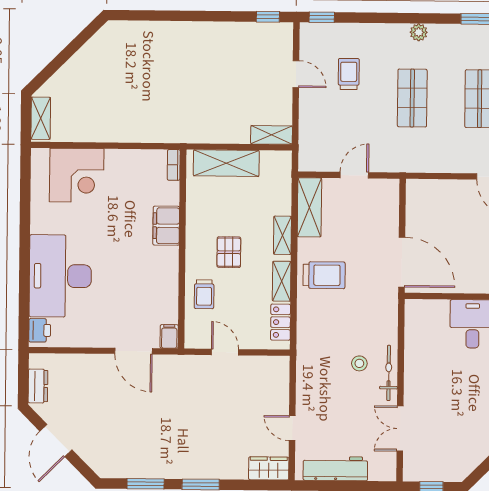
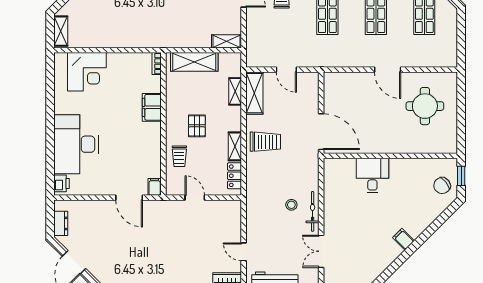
door: (354, 175) -> (286, 70), swing flipped
shelving: (282, 235) -> (235, 91), moved

